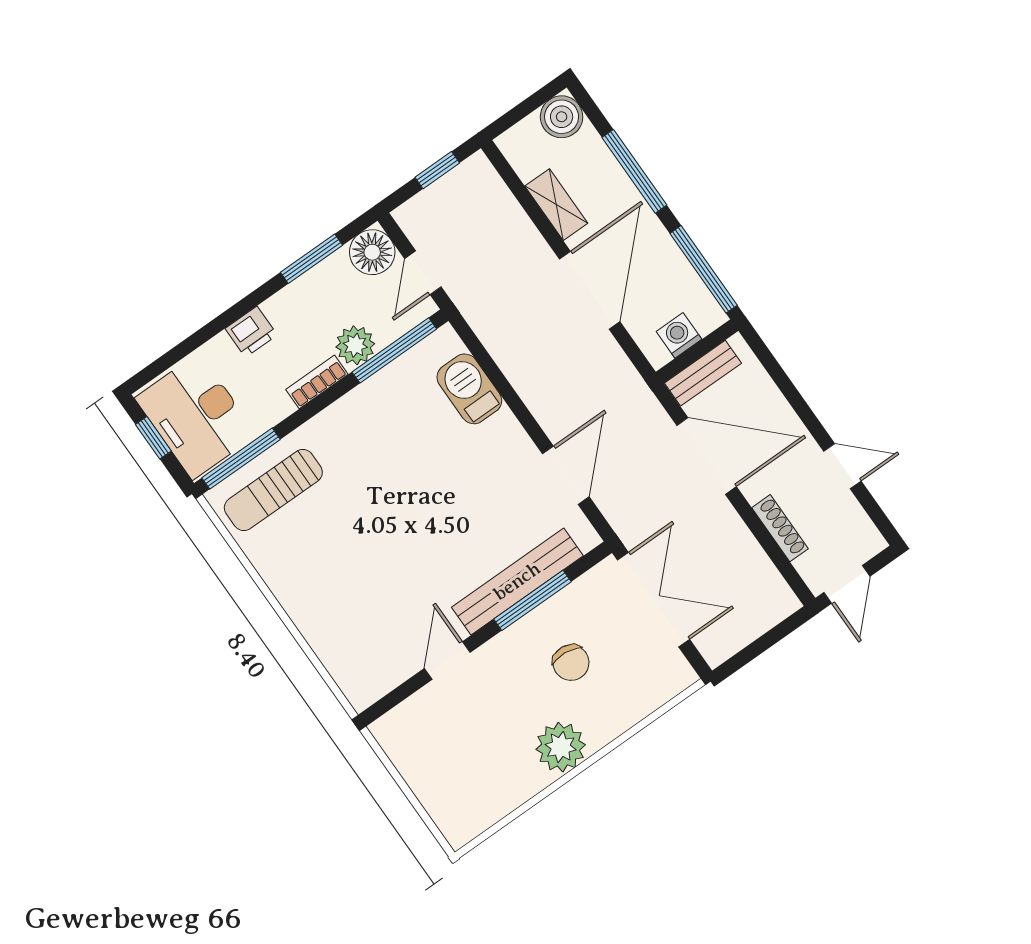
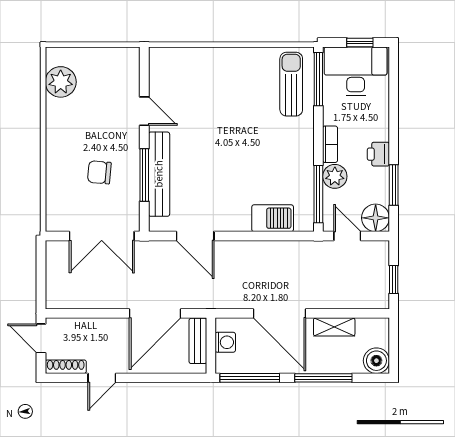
printer: (251, 332) -> (378, 154), moved
shoe rack: (780, 528) -> (66, 367), moved, turned 180
plant: (561, 747) -> (61, 82), moved

